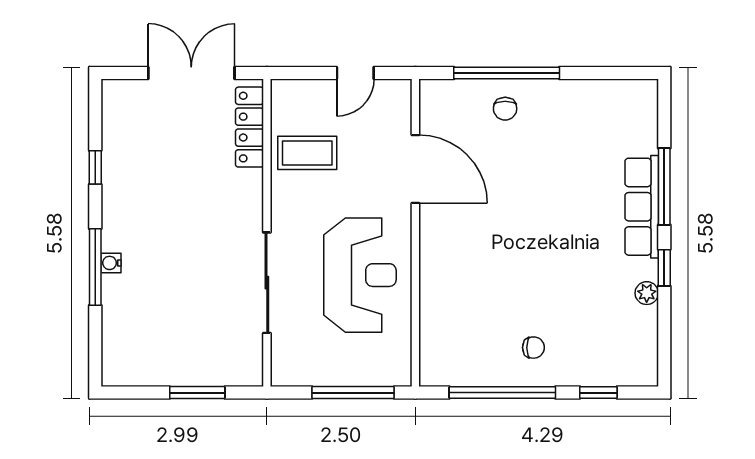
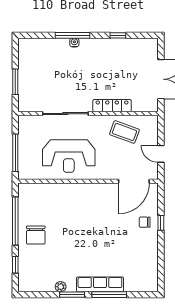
window: (507, 73) -> (161, 223), width x0.32
locker: (250, 127) -> (112, 106), moved
coffee table: (307, 153) -> (124, 132), turned -70
door: (415, 169) -> (134, 181), moved
window: (664, 268) -> (72, 295), width x1.50
chair: (533, 348) -> (36, 235), width x1.87, depth x1.87

